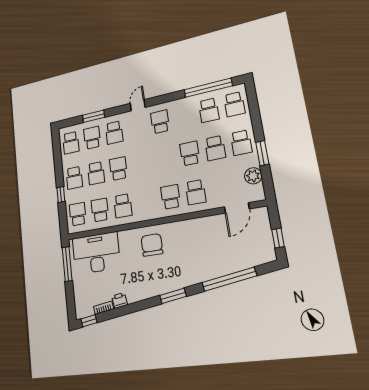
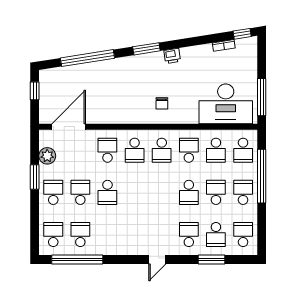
school desk: (160, 122) -> (162, 150), moved
window: (61, 195) -> (262, 176), width x3.17
door: (237, 208) -> (69, 127), width x1.36
chair: (152, 245) -> (162, 103), width x0.54, depth x0.54
printer: (119, 300) -> (172, 56), moved

